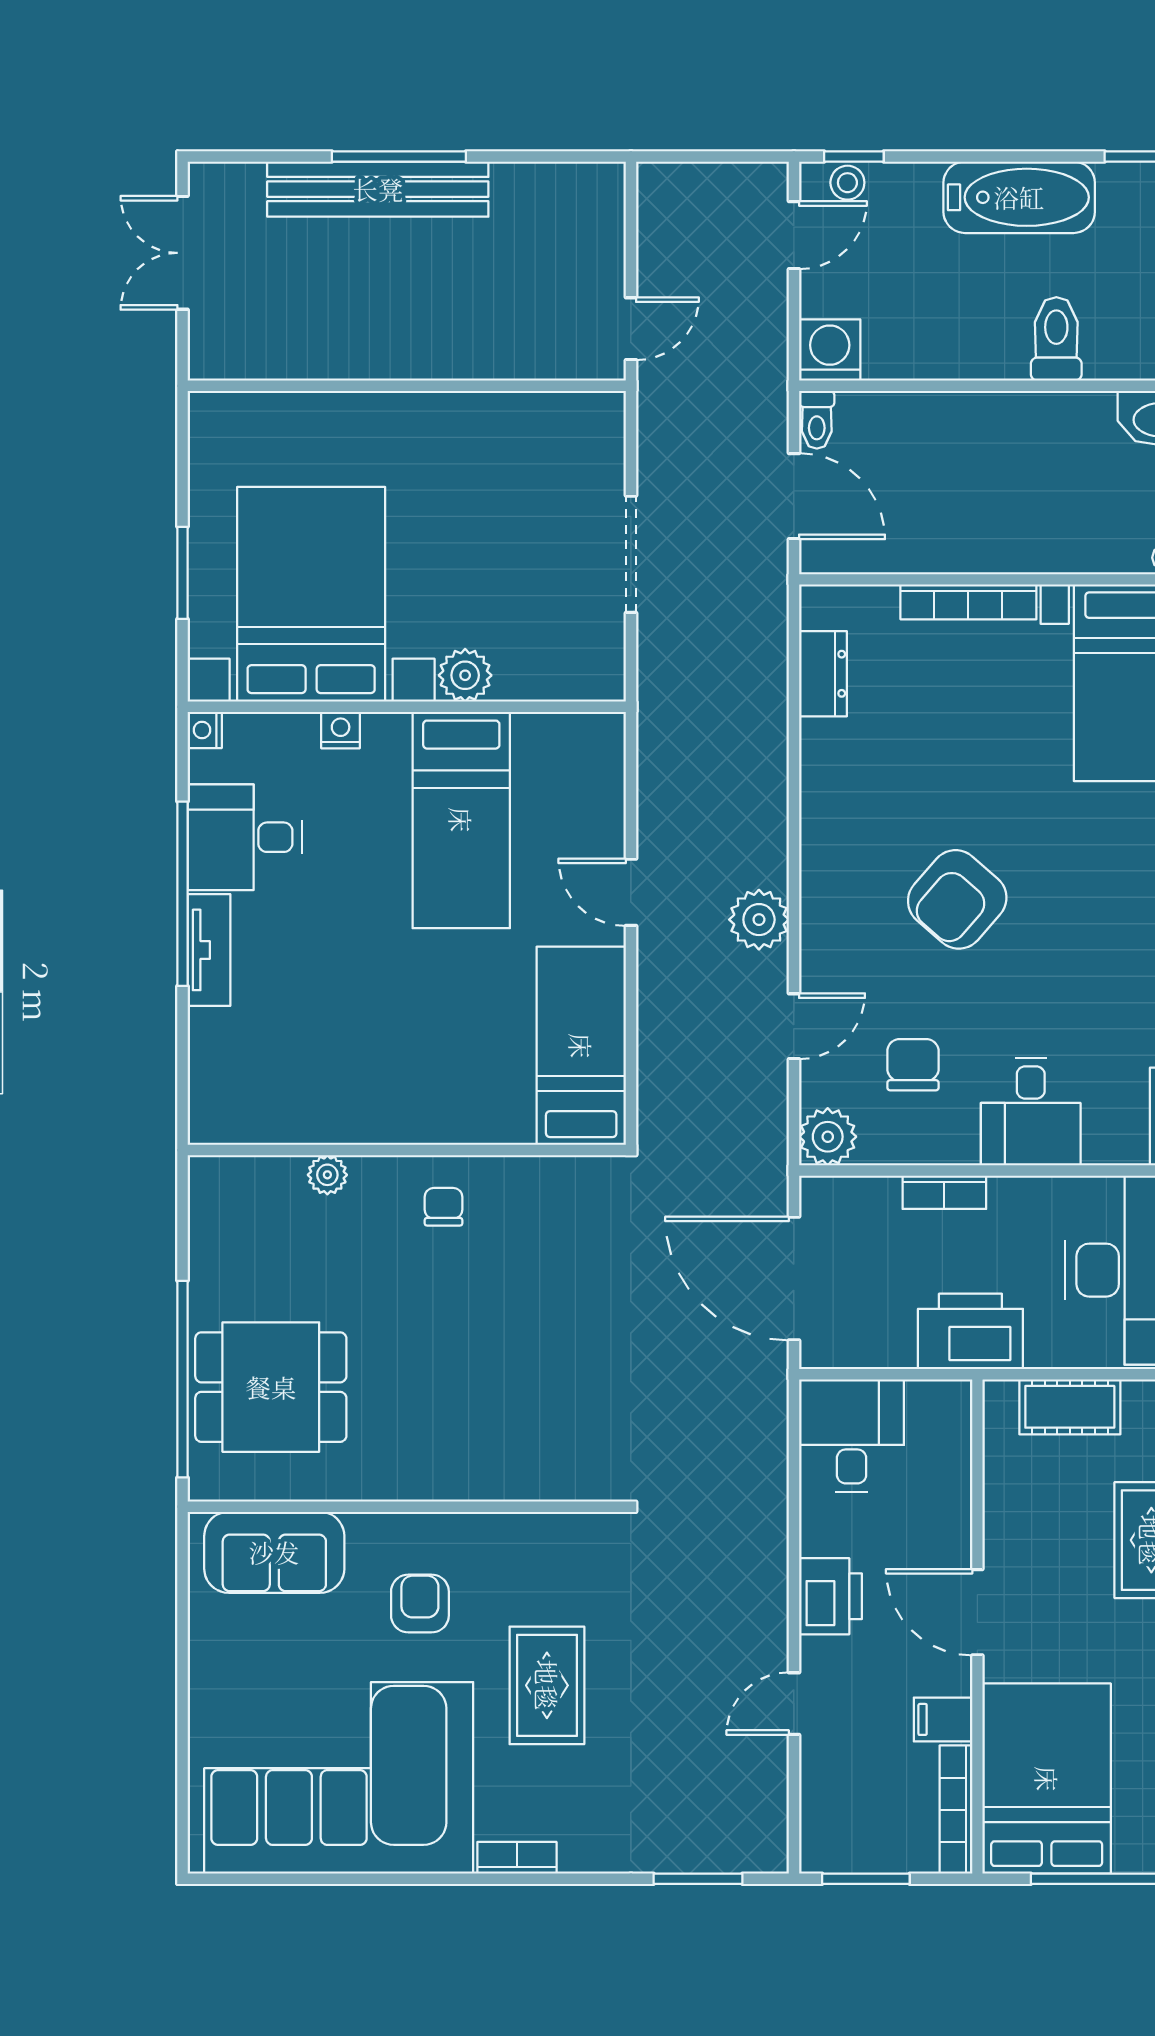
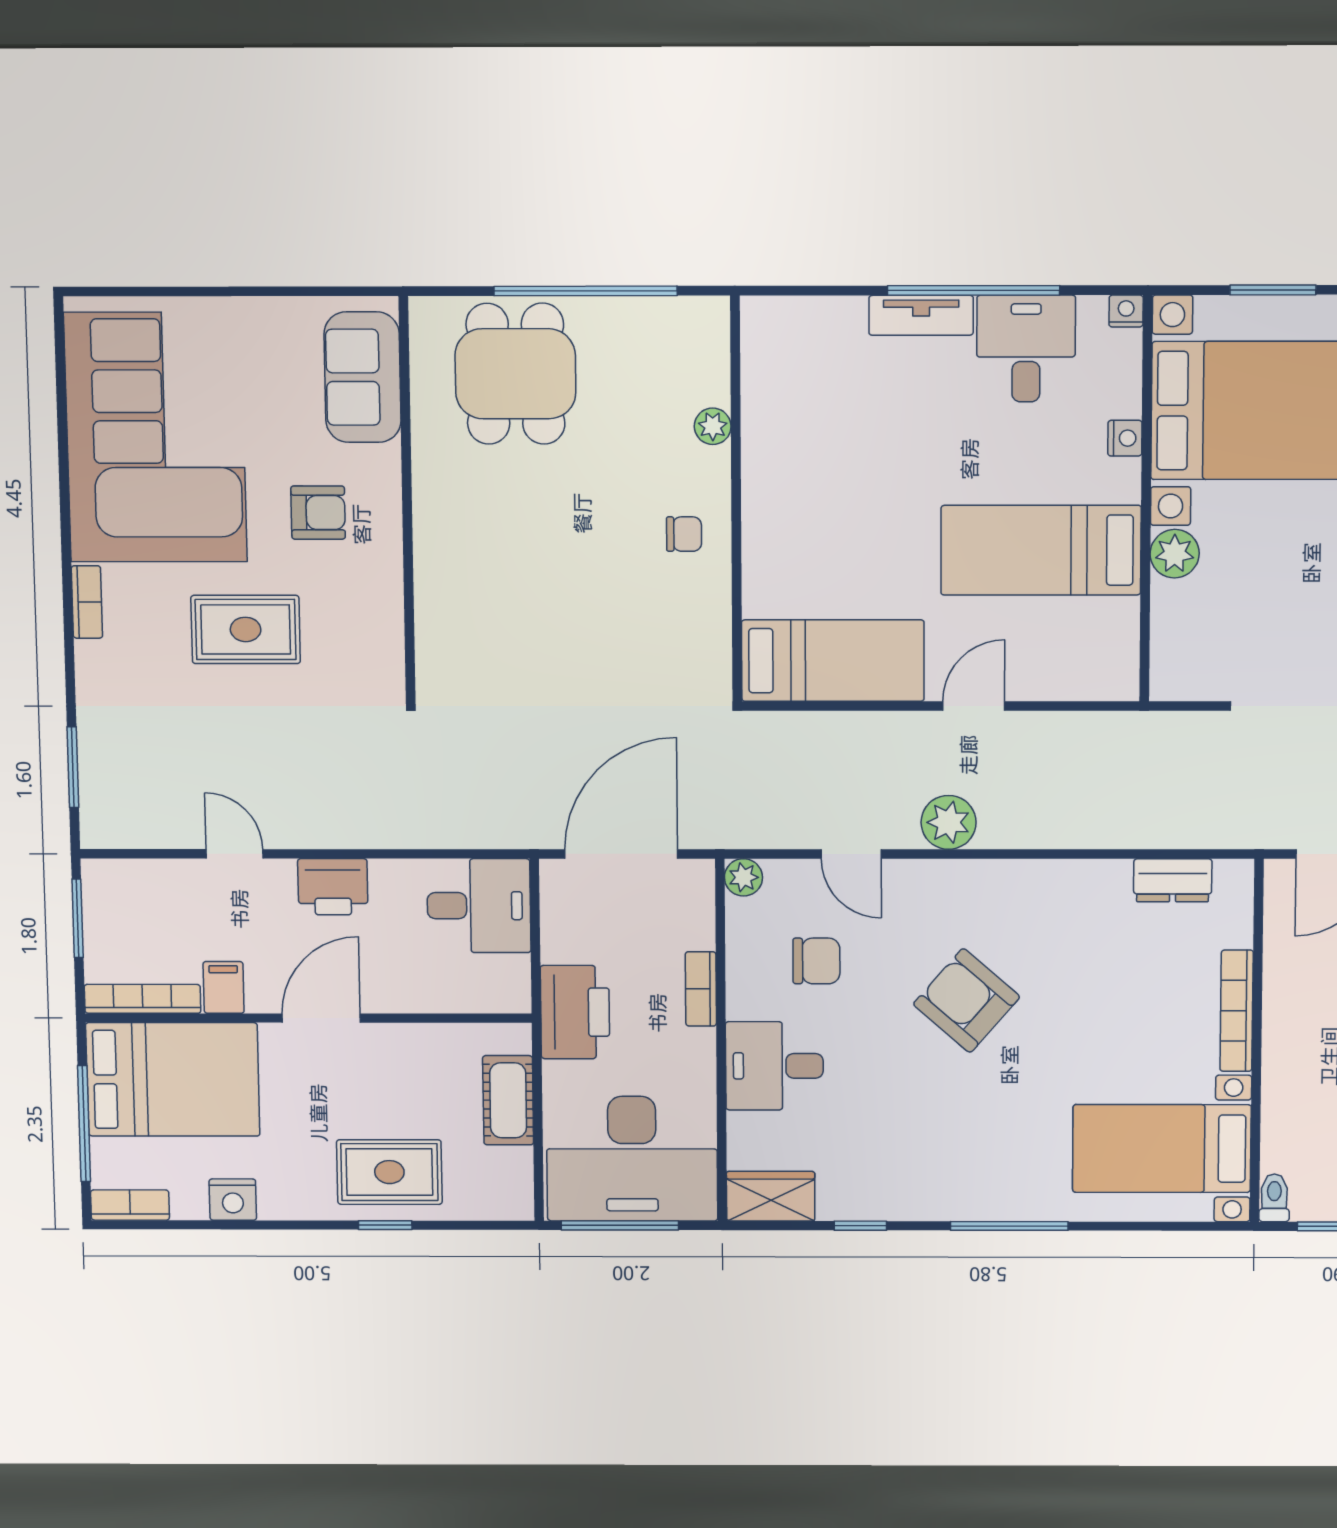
plant: (828, 1137) -> (743, 877), width x0.73, depth x0.73
window: (183, 1379) -> (586, 291), moved

